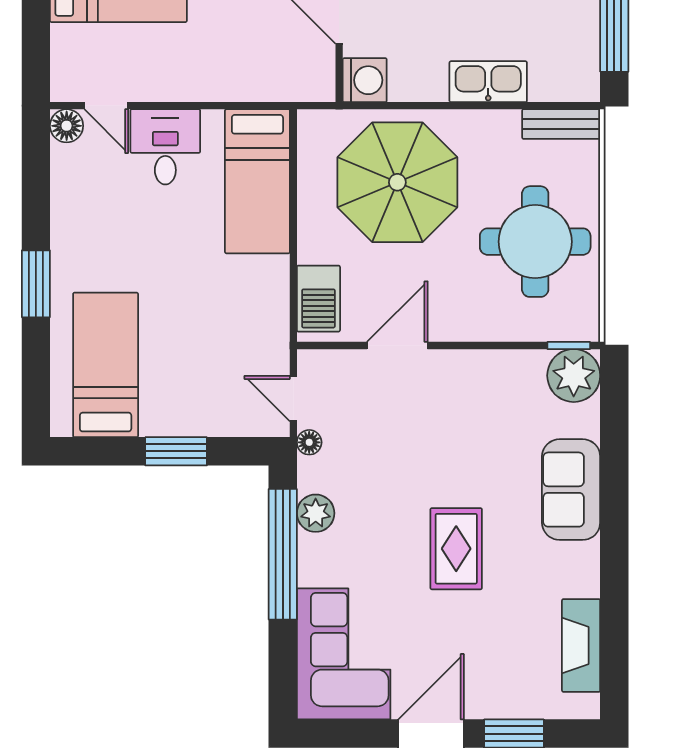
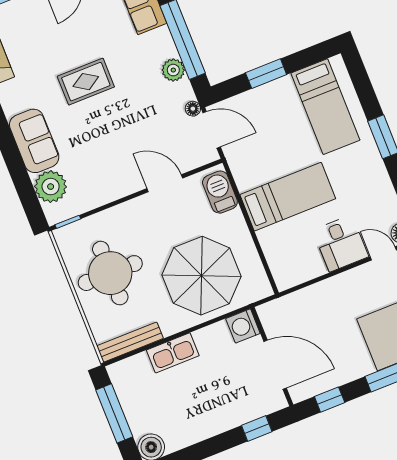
bench: (561, 124) -> (130, 342), width x1.36
bed: (257, 181) -> (288, 197), moved, turned 90
door: (397, 346) -> (165, 183), swing flipped
plant: (574, 376) -> (51, 187), moved
door: (293, 399) -> (212, 130), width x1.38
rug: (456, 549) -> (86, 82), turned 90

